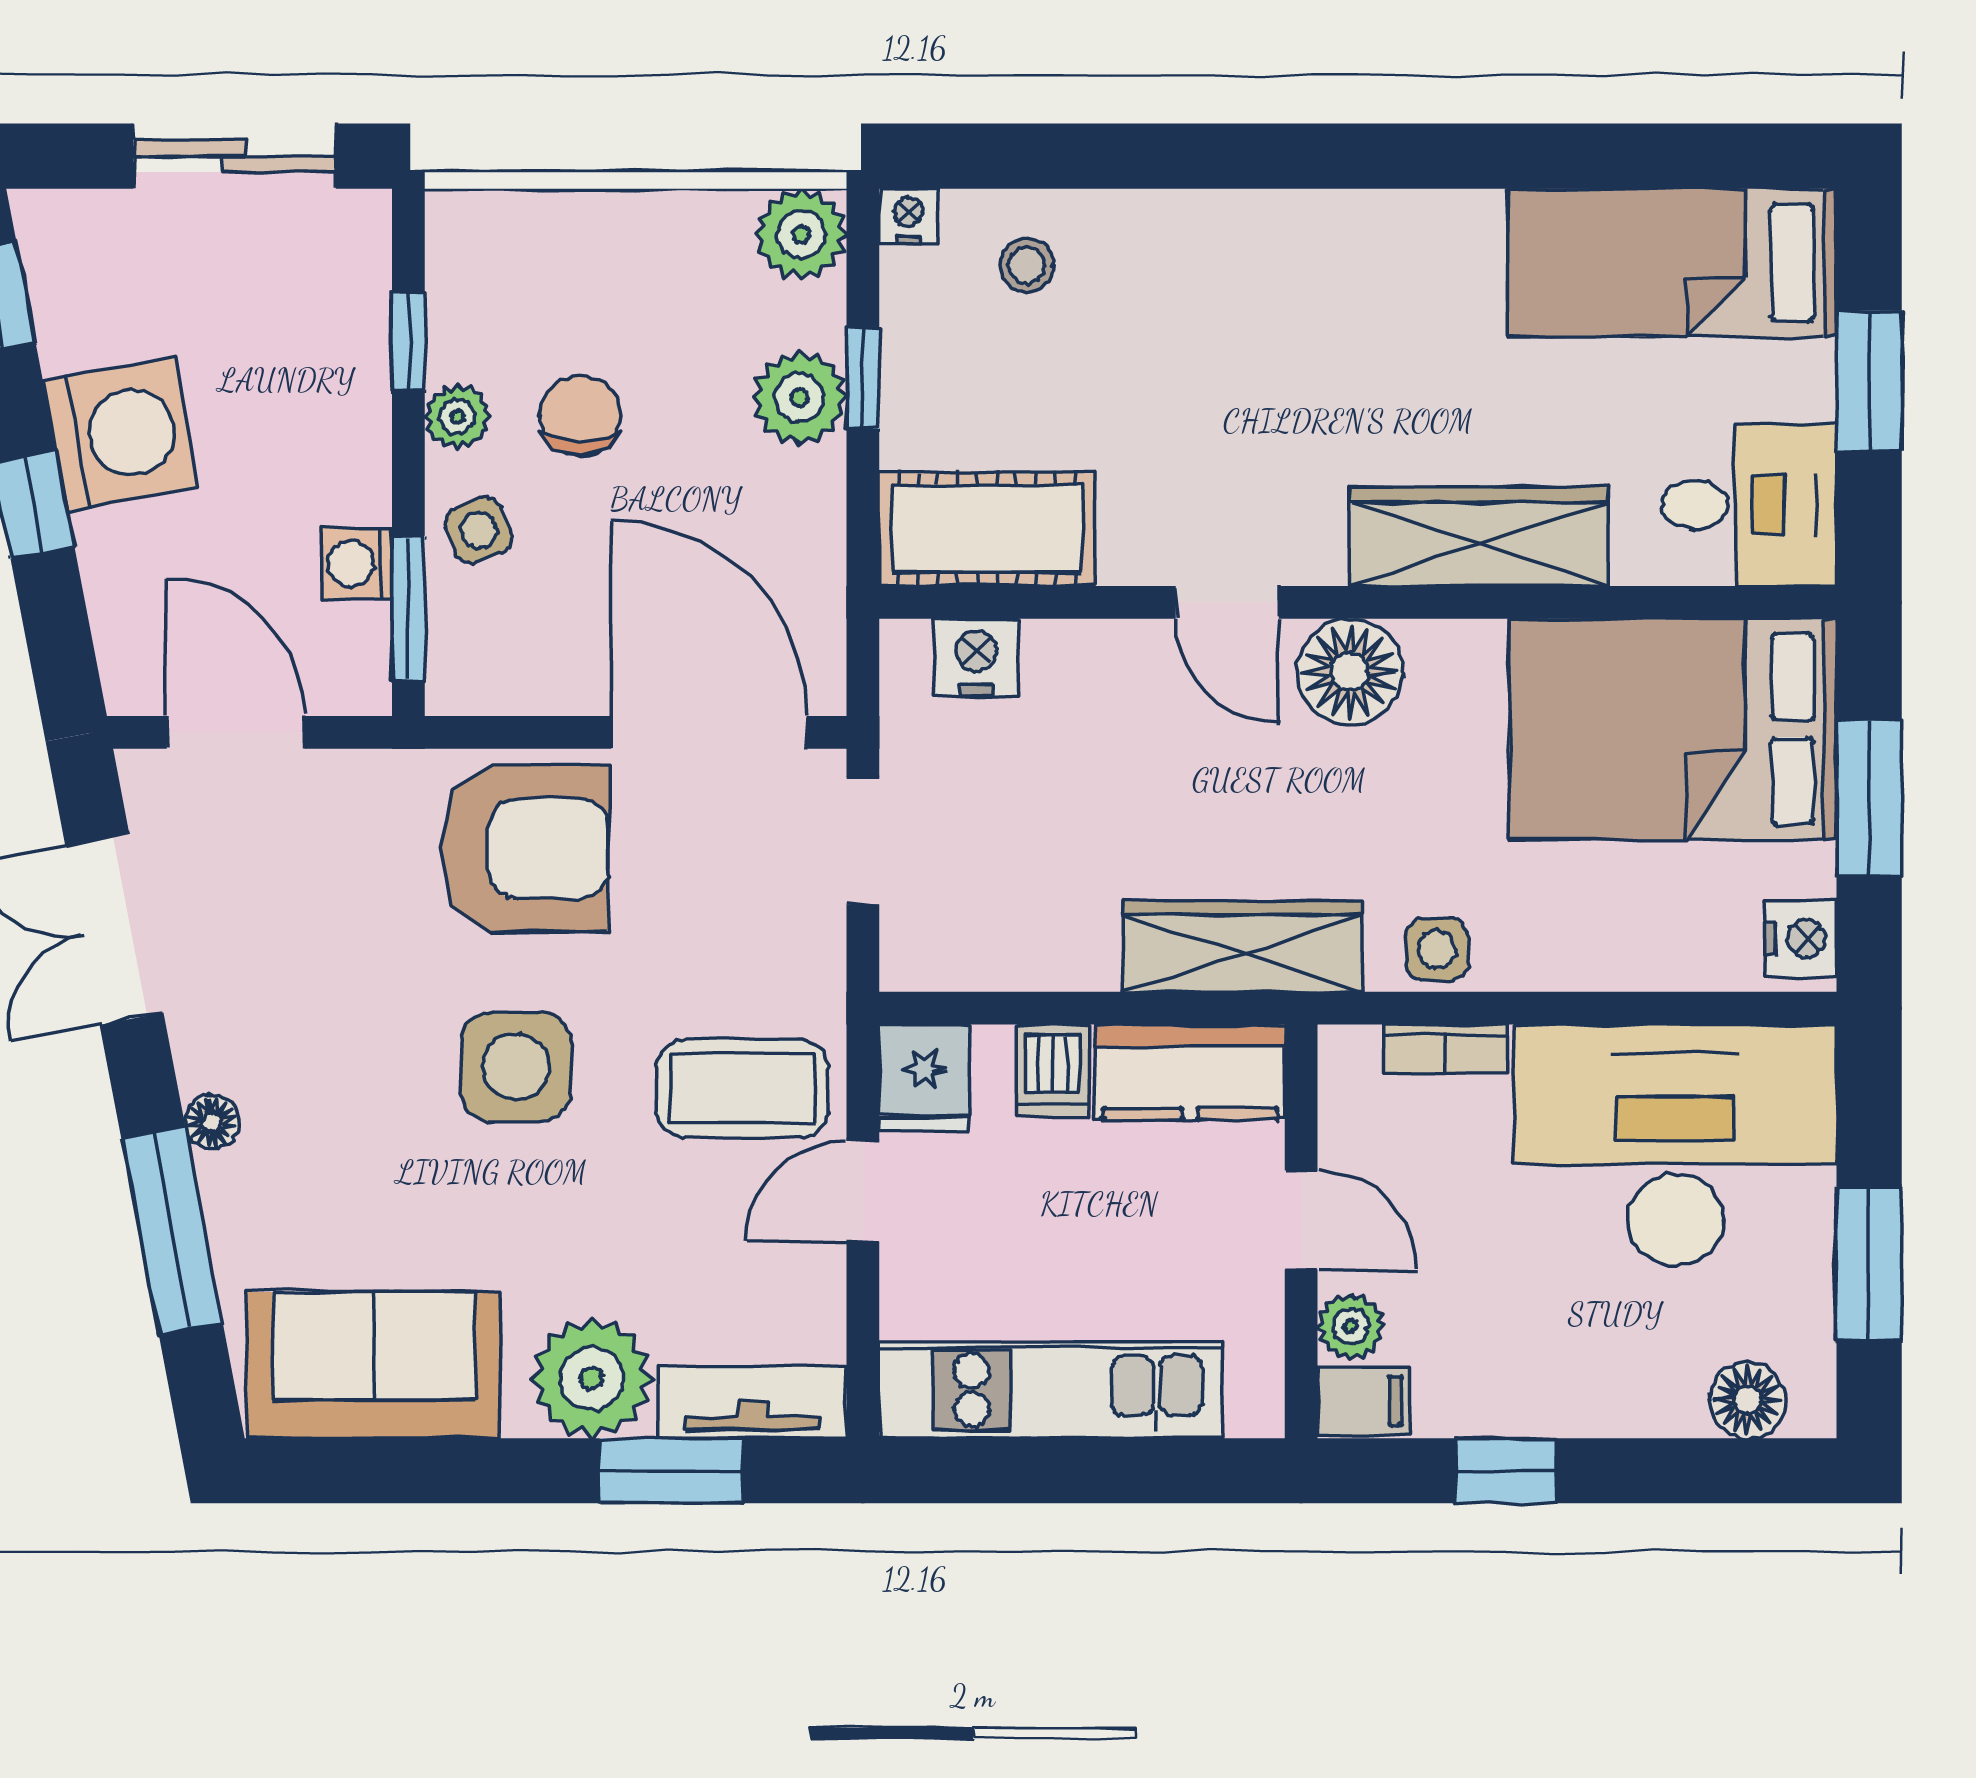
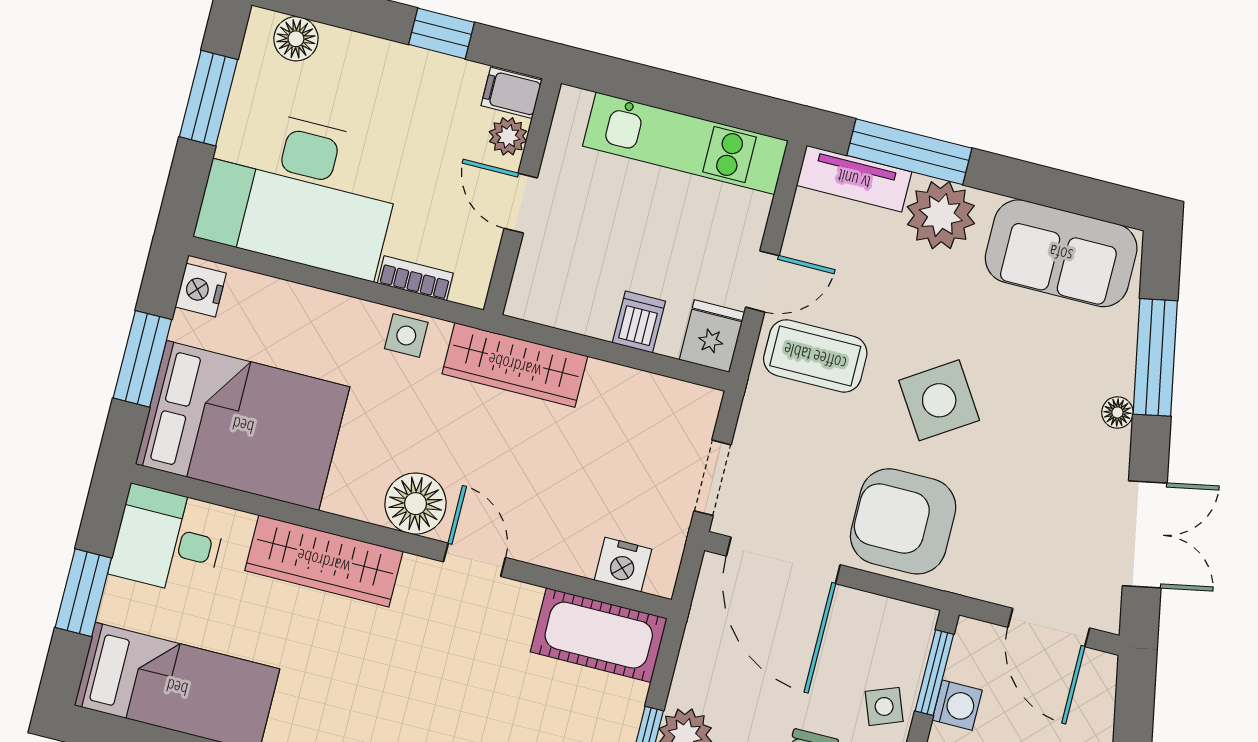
side table: (516, 1067) -> (939, 400), turned -33
kitchen counter: (1190, 1072) -> (562, 302), removed
window: (671, 1471) -> (909, 152), width x1.44

